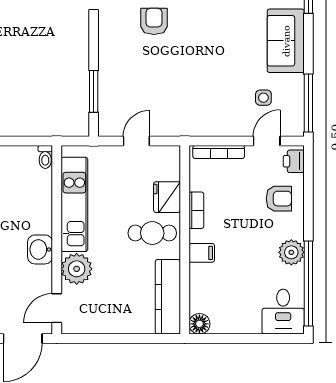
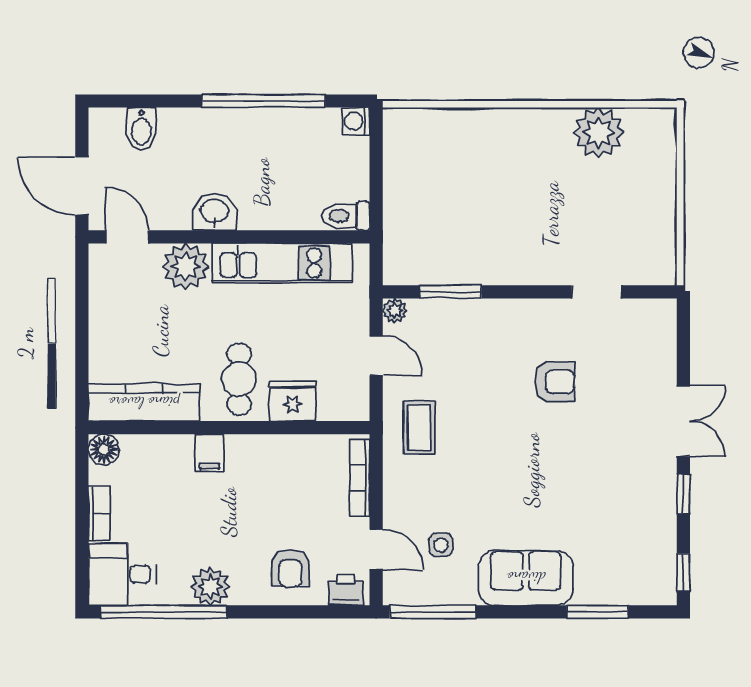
coffee table: (185, 112) -> (419, 428), added
plant: (106, 129) -> (395, 310), added
toilet: (45, 157) -> (346, 216), width x1.37, depth x1.39
bookcase: (196, 210) -> (99, 513), moved, turned -90

